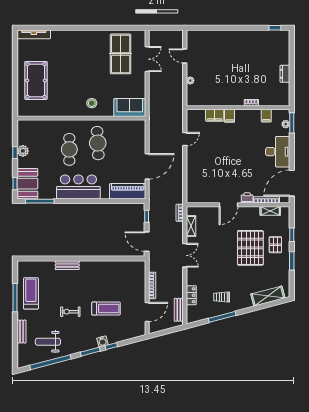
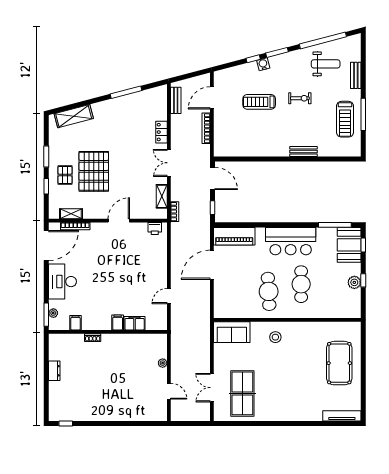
printer: (247, 198) -> (155, 228), moved
locker: (191, 295) -> (162, 132), moved
trolley: (222, 297) -> (127, 115), removed

